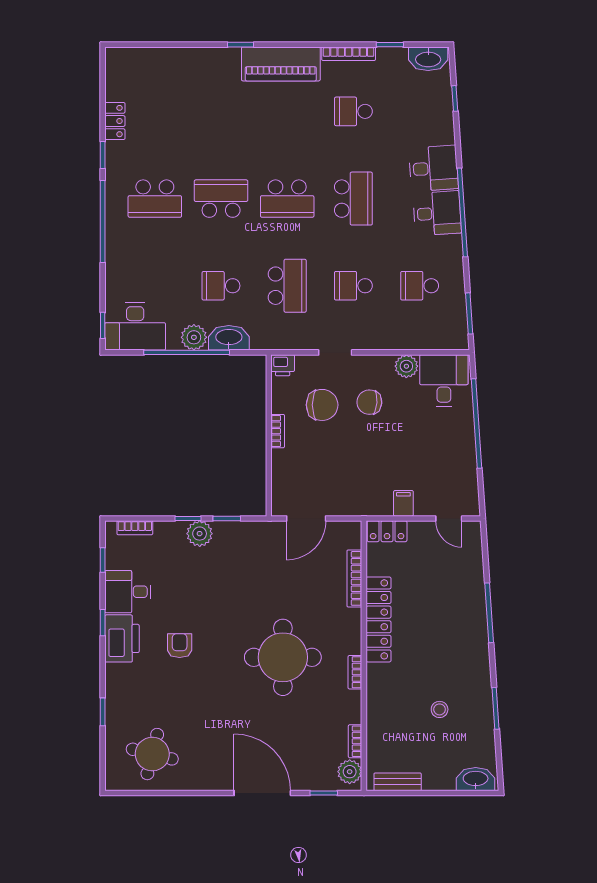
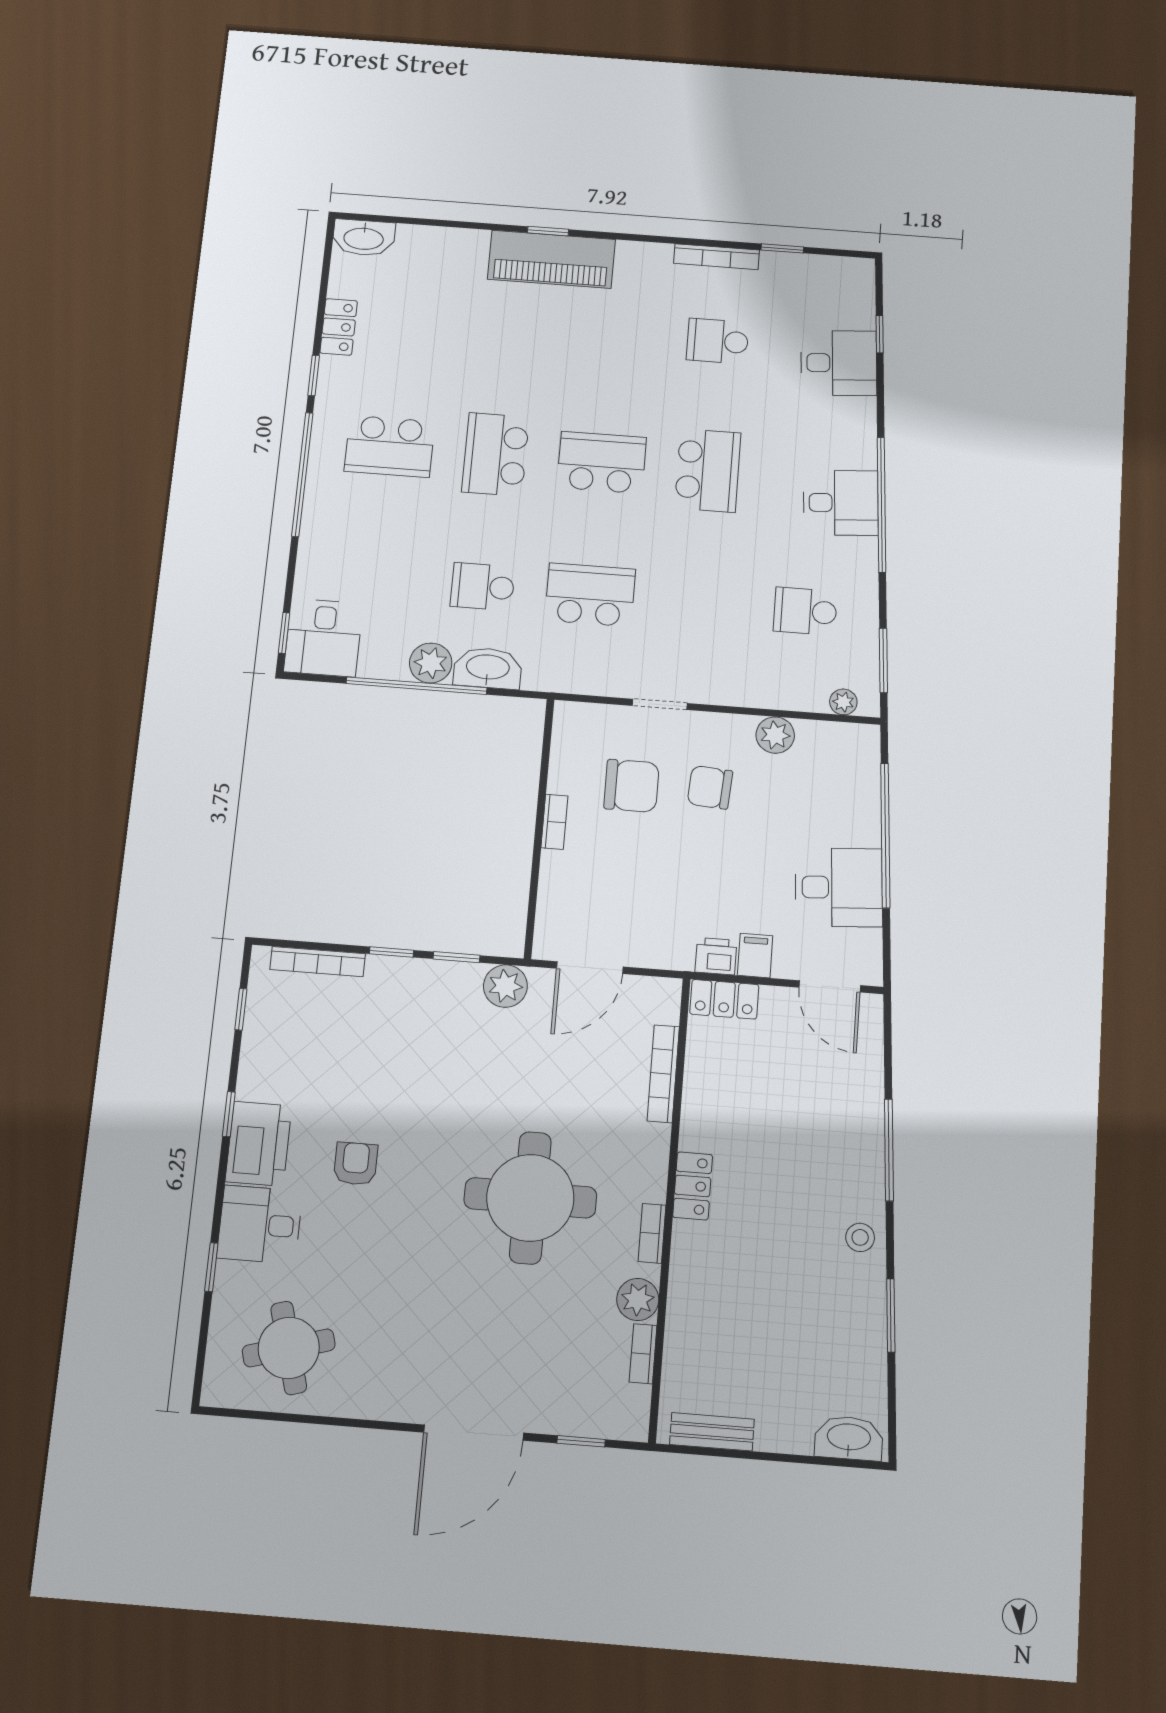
washbasin: (428, 59) -> (364, 238), moved
piano: (281, 64) -> (551, 259), moved
desk: (433, 168) -> (839, 363), moved
school desk: (221, 199) -> (495, 454), turned -90
school desk: (287, 199) -> (602, 462), turned 180
school desk: (287, 286) -> (590, 595), turned -90
school desk: (353, 286) -> (698, 603), removed
desk: (135, 326) -> (323, 638), width x0.73
plant: (446, 342) -> (843, 702), added
printer: (283, 365) -> (716, 956), moved, turned 180
desk: (444, 381) -> (839, 887), moved, turned 86
door: (449, 518) -> (830, 986), width x1.38
bookcase: (135, 528) -> (318, 962), width x1.56
plant: (200, 534) -> (505, 986), moved
desk: (128, 592) -> (260, 1225), moved
locker: (379, 619) -> (693, 1186), width x0.46, depth x0.83
stool: (440, 709) -> (860, 1237), moved
round table: (152, 754) -> (289, 1348), turned -30
plant: (350, 772) -> (638, 1300), moved
door: (262, 793) -> (474, 1433), swing flipped

